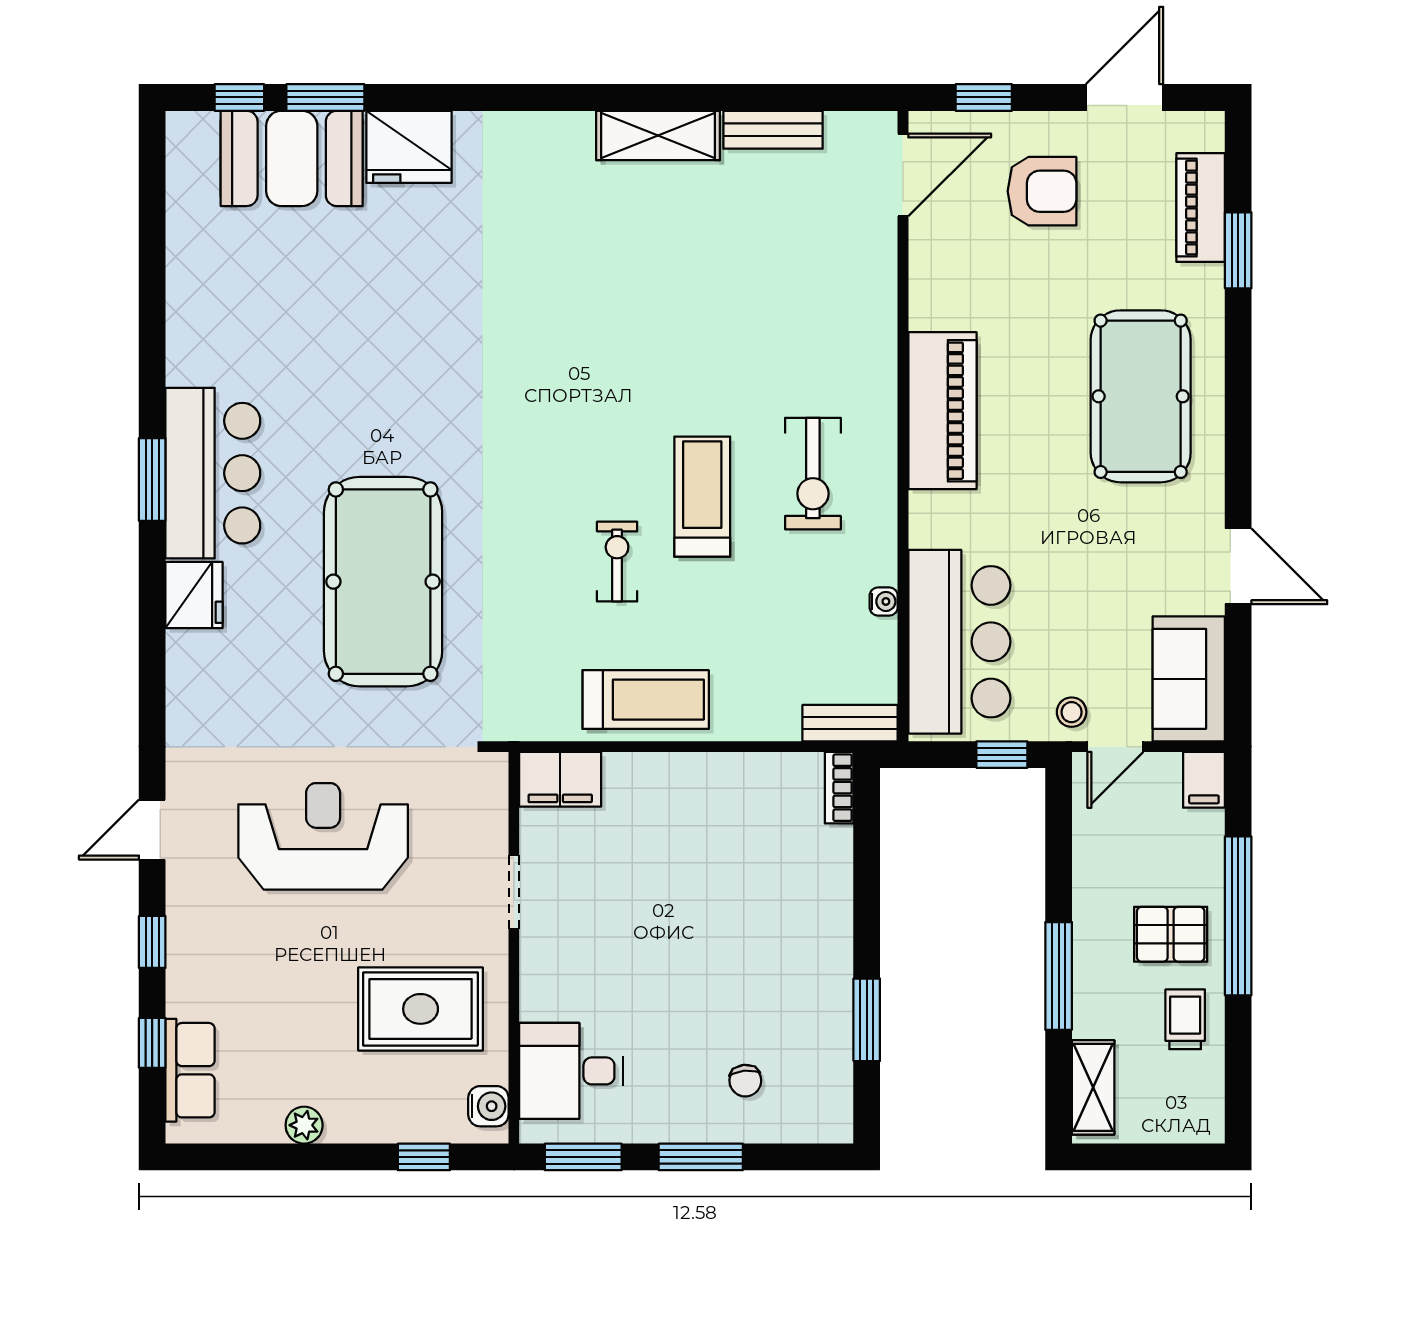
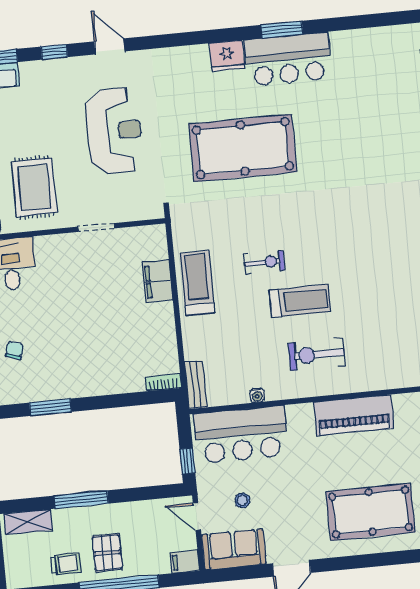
treadmill: (646, 700) -> (197, 283), turned 180
stool: (1072, 712) -> (242, 500), moved
filing cabinet: (560, 779) -> (158, 281), moved
chair: (745, 1081) -> (15, 350), turned 113

